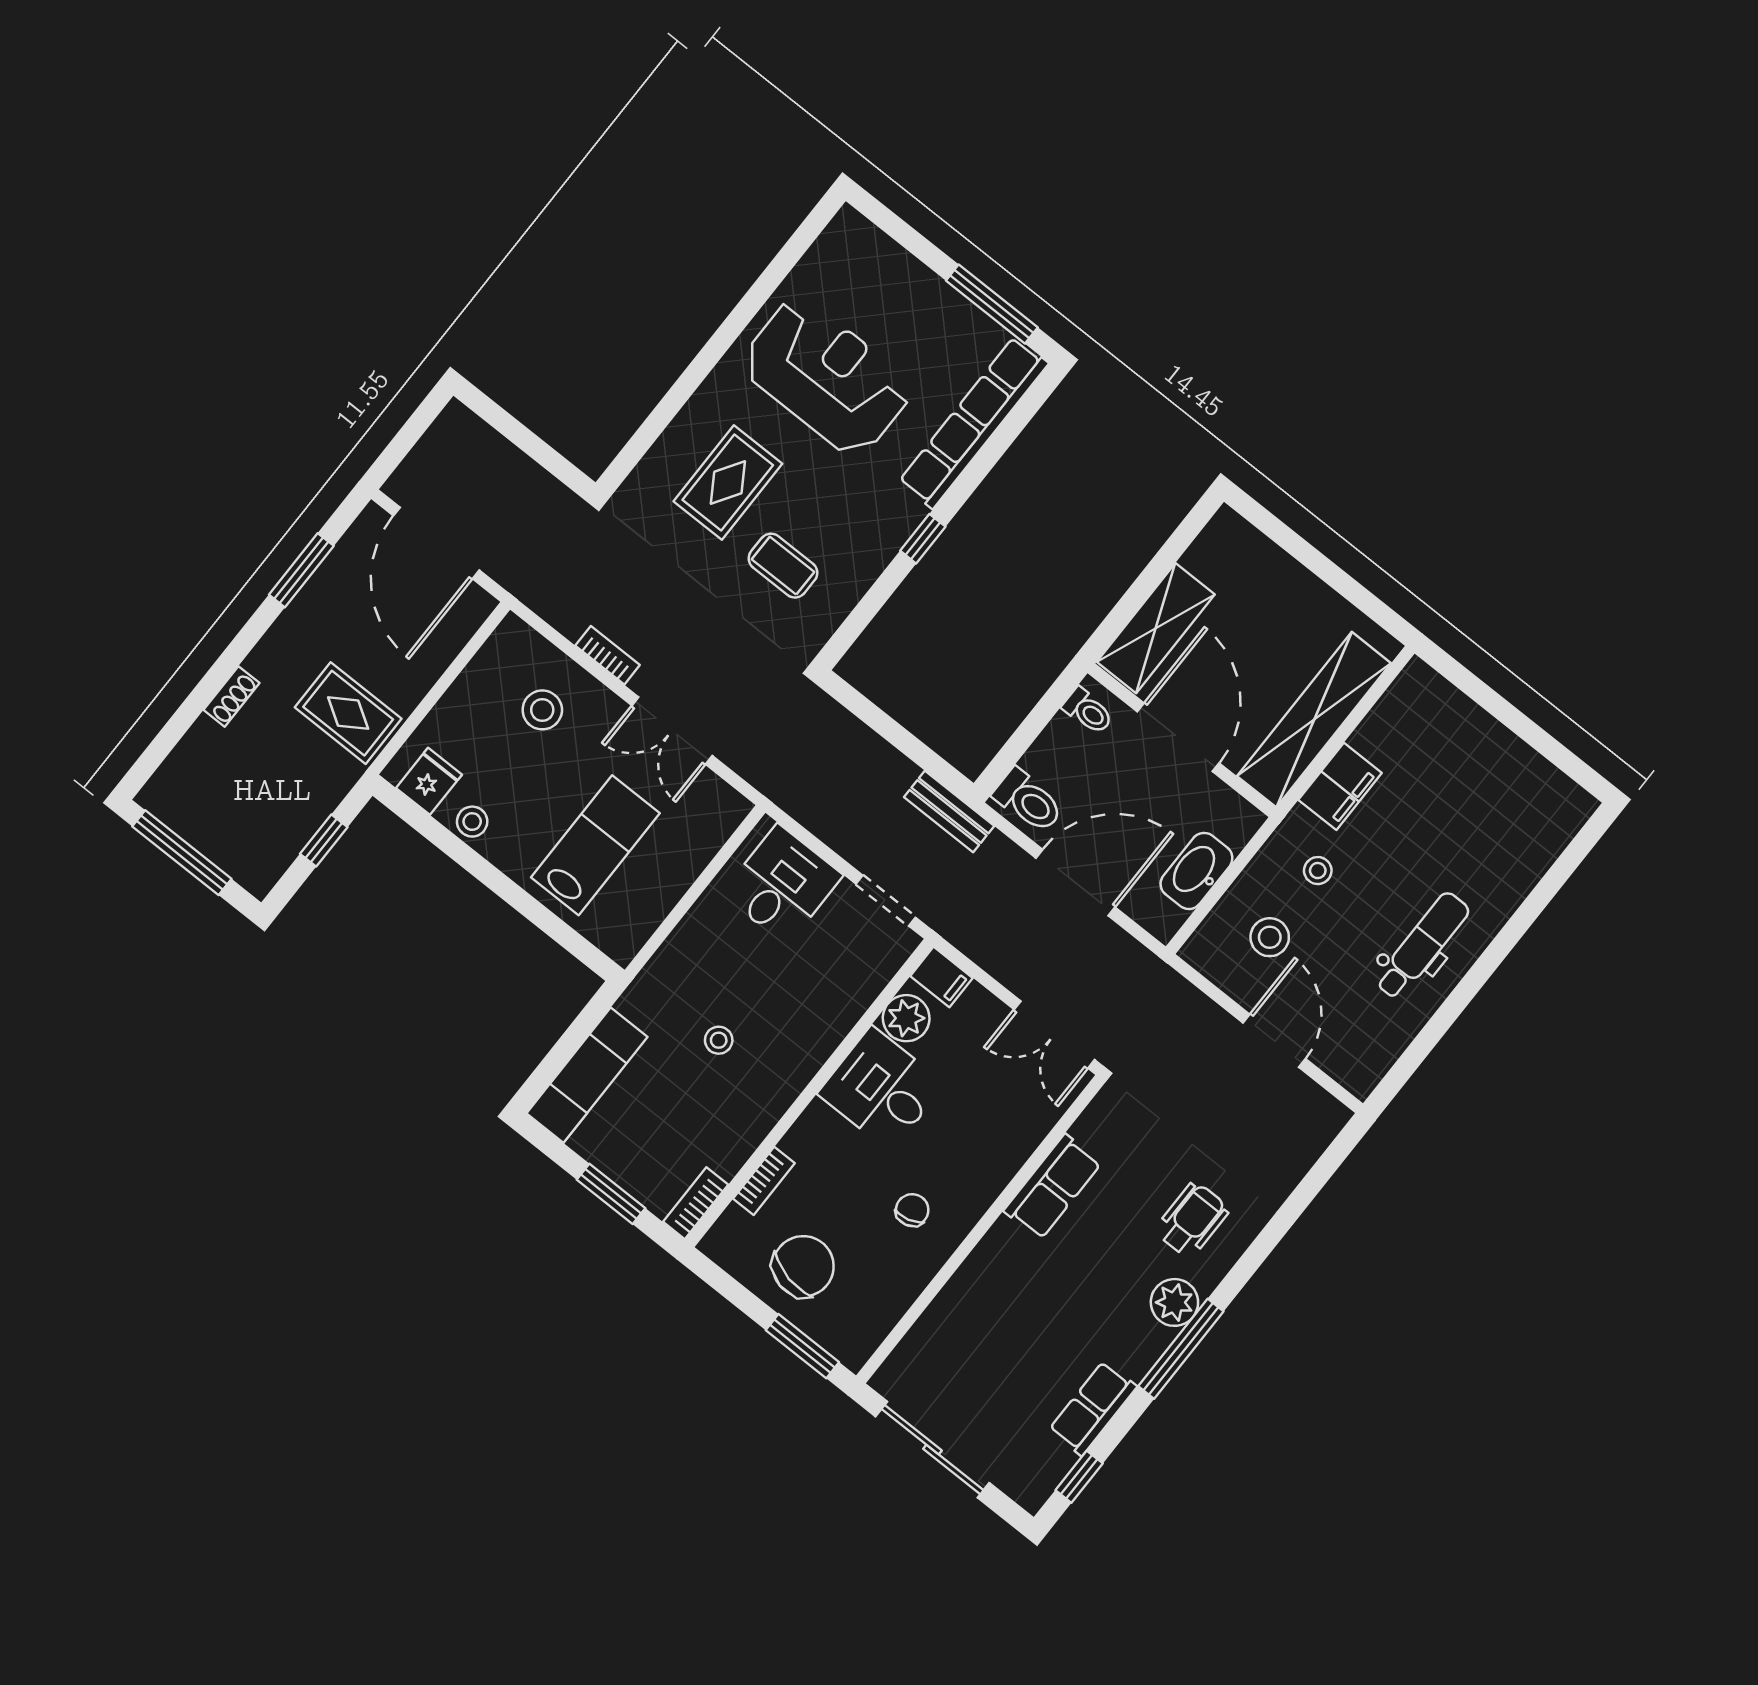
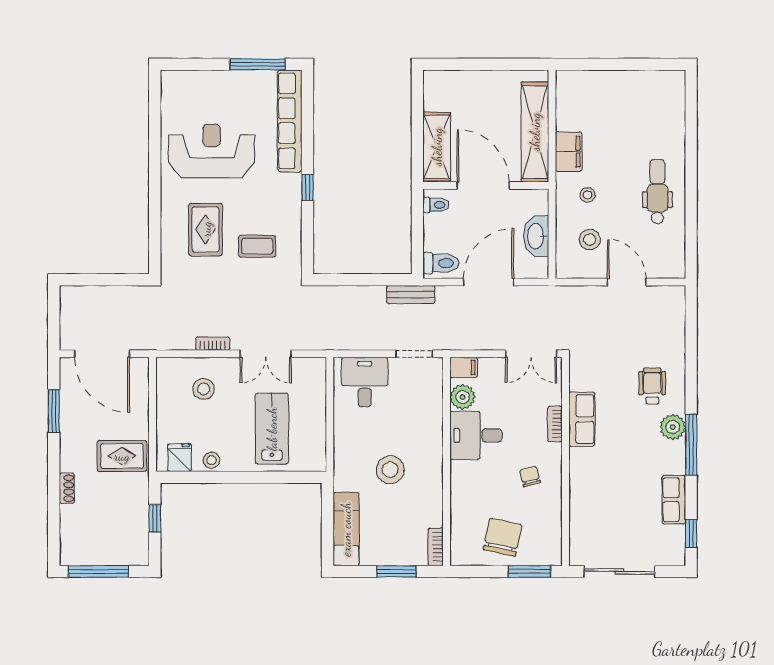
stool: (719, 1040) -> (390, 470), width x1.89, depth x1.89
bookcase: (764, 1181) -> (555, 424), moved, turned 180

